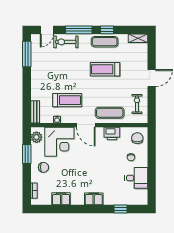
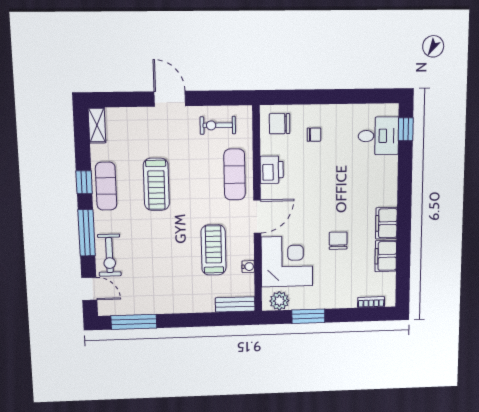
chair: (44, 167) -> (338, 241), moved
desk: (136, 178) -> (378, 136), moved, turned 90
filing cabinet: (94, 199) -> (386, 223), moved
window: (121, 209) -> (406, 129), moved

